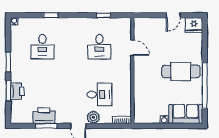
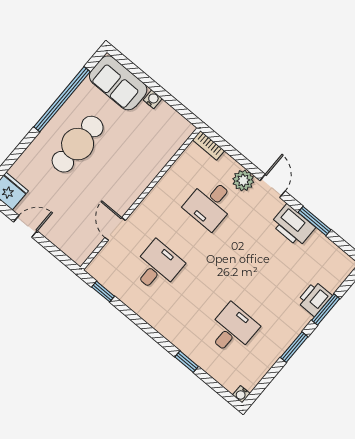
window: (104, 15) -> (103, 292), moved
cafe table: (181, 71) -> (78, 144), turned 90
desk: (99, 95) -> (210, 204), turned -90
printer: (44, 116) -> (293, 226), moved

